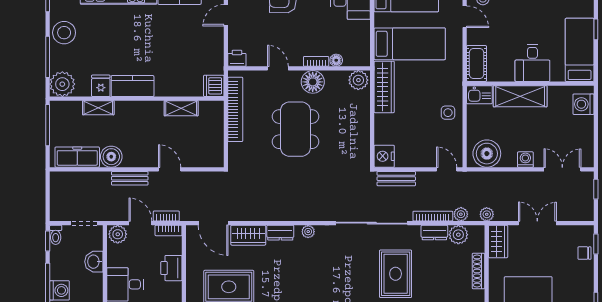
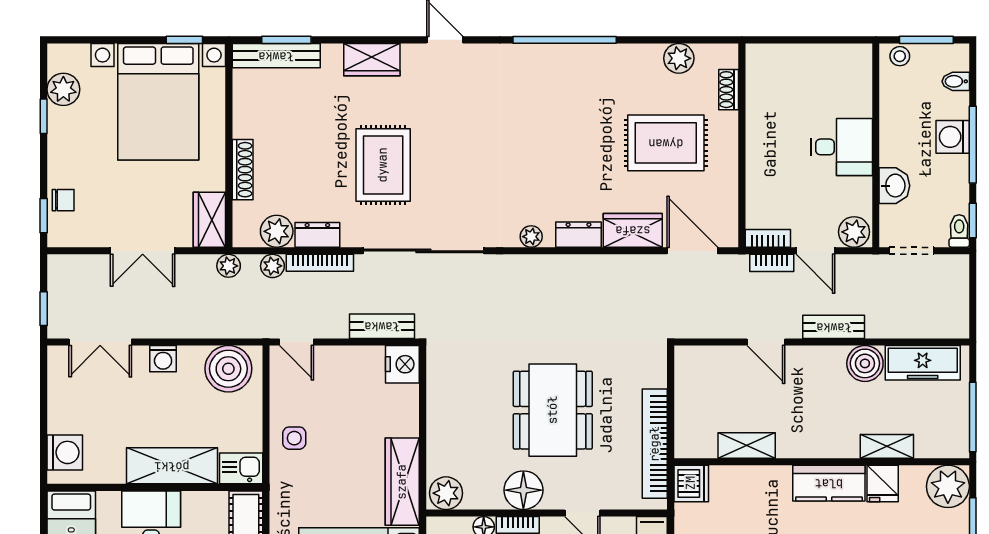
printer: (171, 268) -> (763, 175), removed

